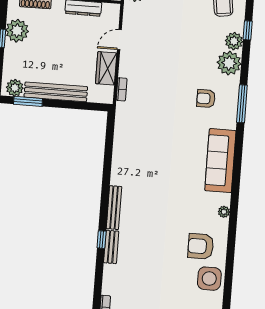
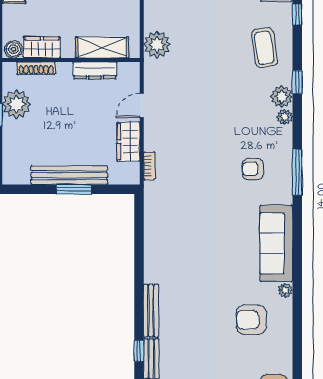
plant: (229, 63) -> (285, 117), width x0.53, depth x0.53
plant: (15, 88) -> (19, 174), removed
window: (28, 101) -> (74, 189), moved
plant: (224, 212) -> (285, 290), moved
armchair: (201, 246) -> (251, 320), moved

